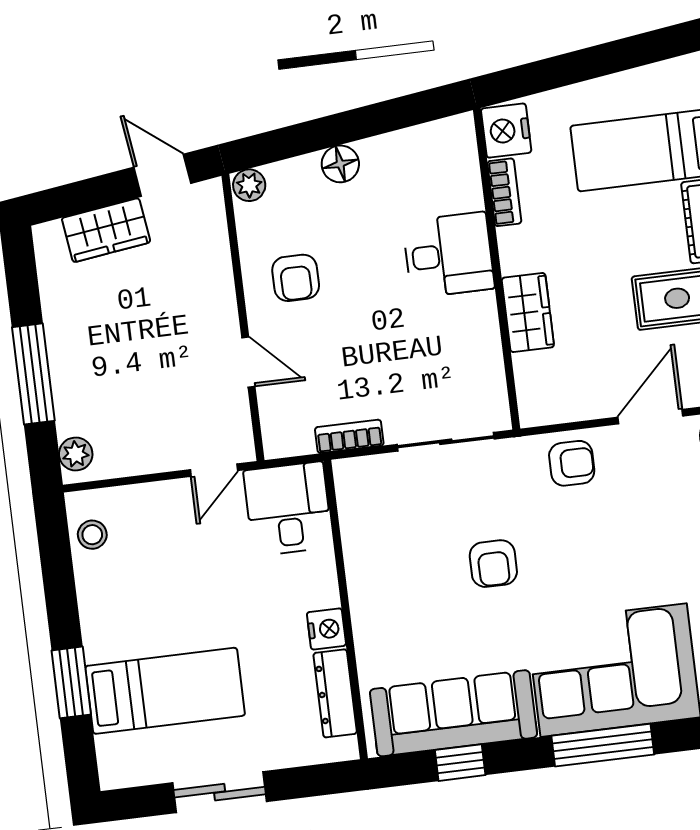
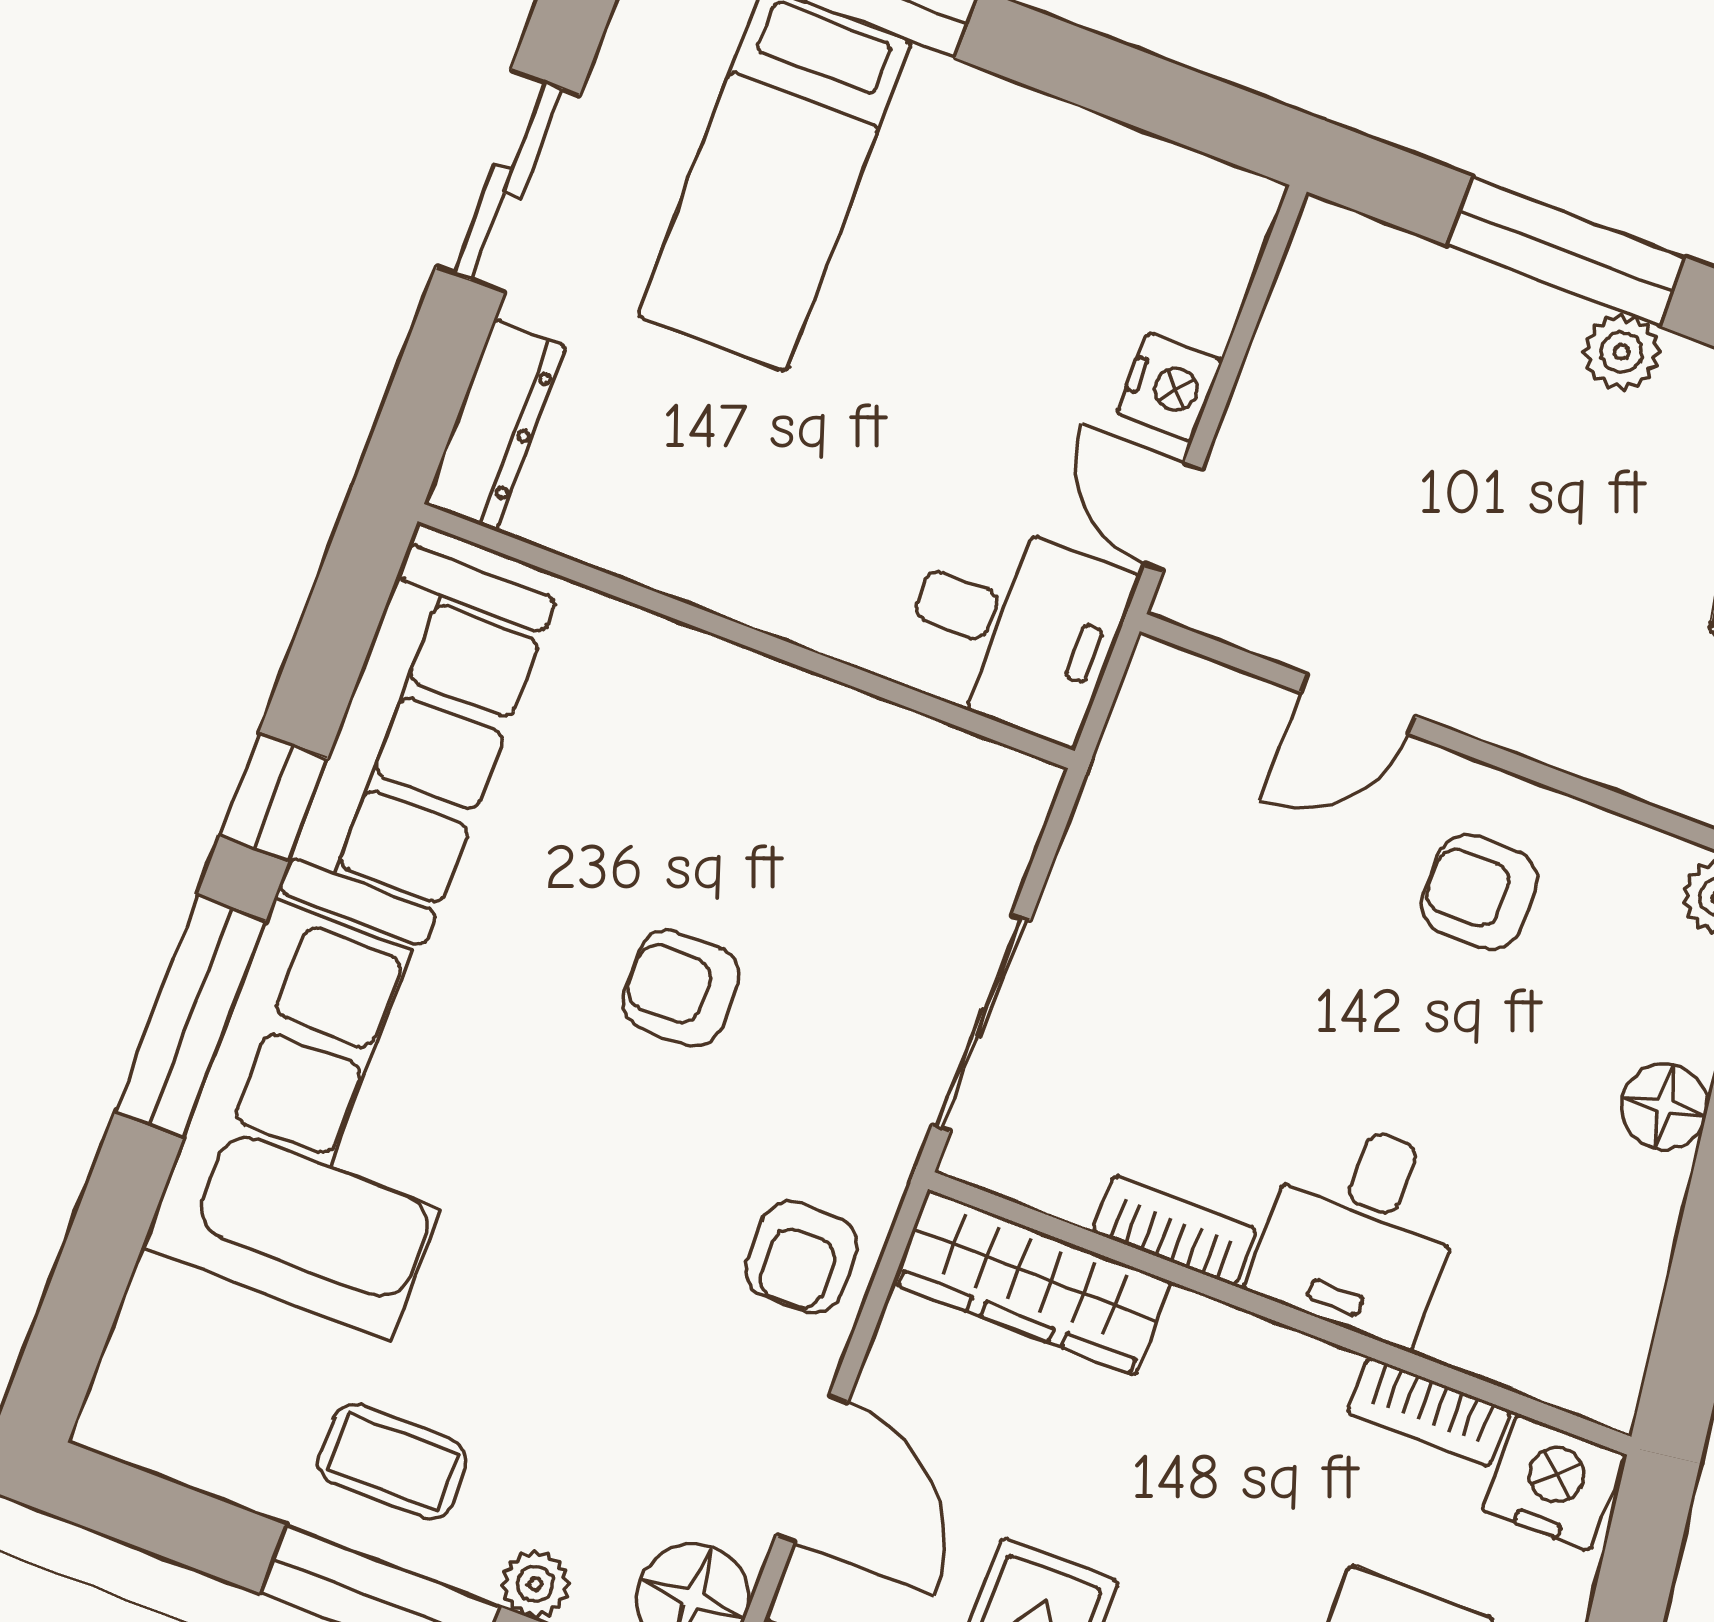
wardrobe: (528, 313) -> (1032, 1282), moved, width x1.50
bookcase: (349, 436) -> (1174, 1230), moved, turned -90
plant: (76, 454) -> (1621, 352), moved
stool: (92, 535) -> (1173, 198), removed
nightstand: (326, 629) -> (1170, 387), moved, turned -90
dresser: (335, 693) -> (495, 425), moved, turned 90
window: (460, 763) -> (274, 797), moved

